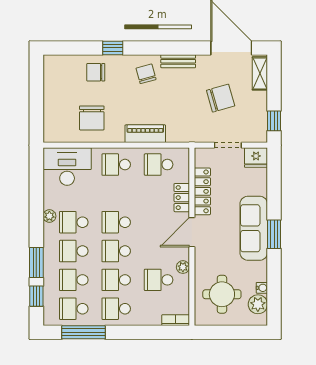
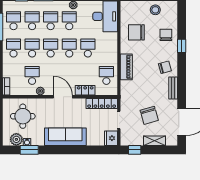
shelving: (260, 73) -> (155, 141), moved
stool: (57, 89) -> (155, 10), added
school desk: (116, 165) -> (88, 48), moved
locker: (202, 191) -> (102, 104), moved
window: (274, 234) -> (29, 150), moved

